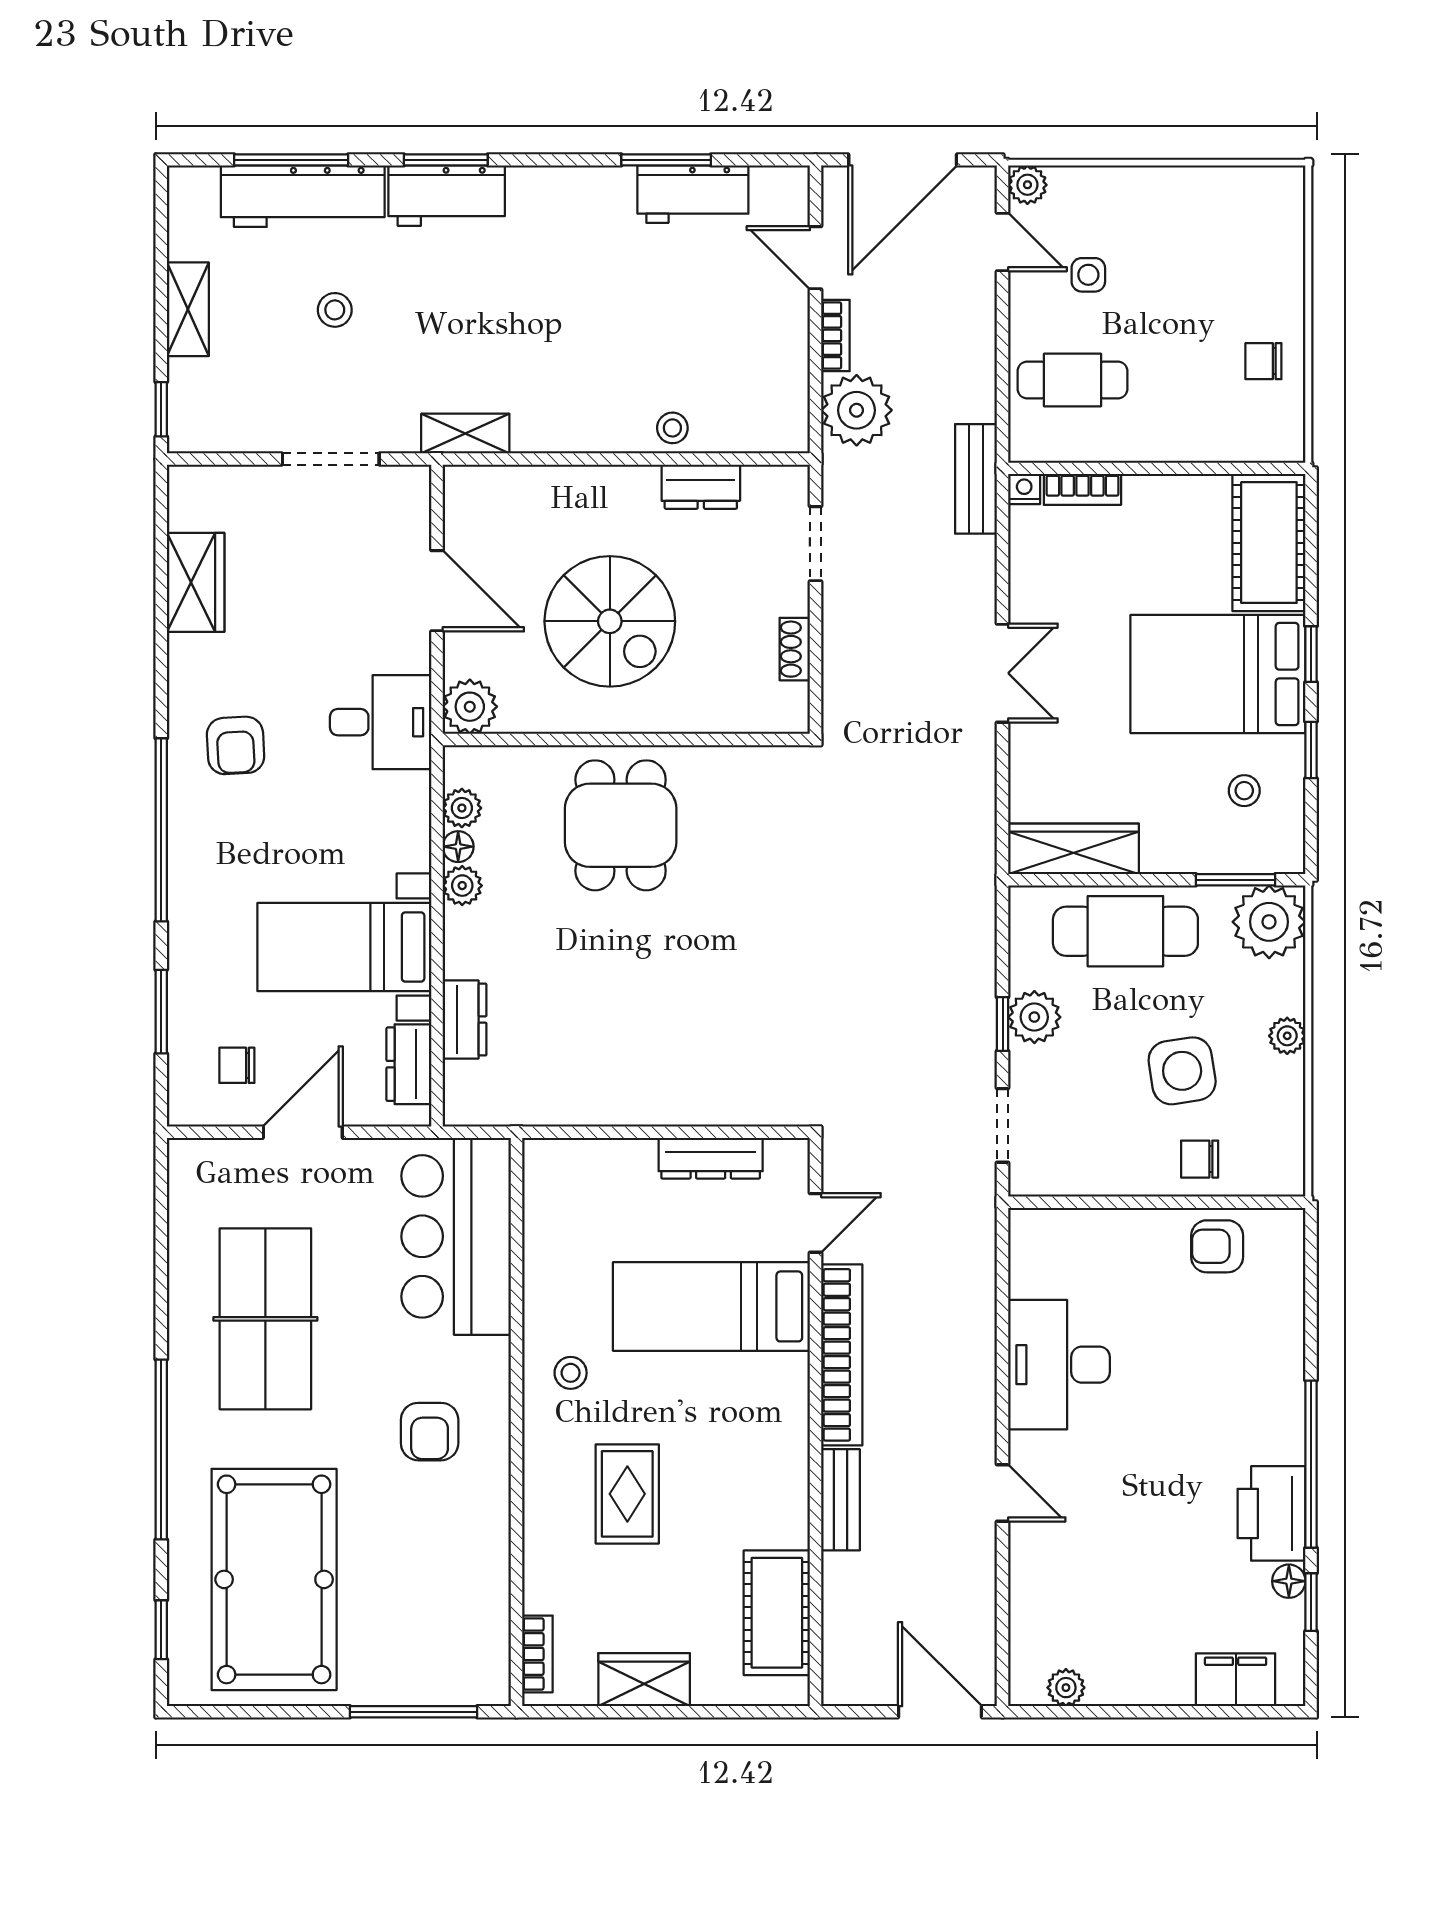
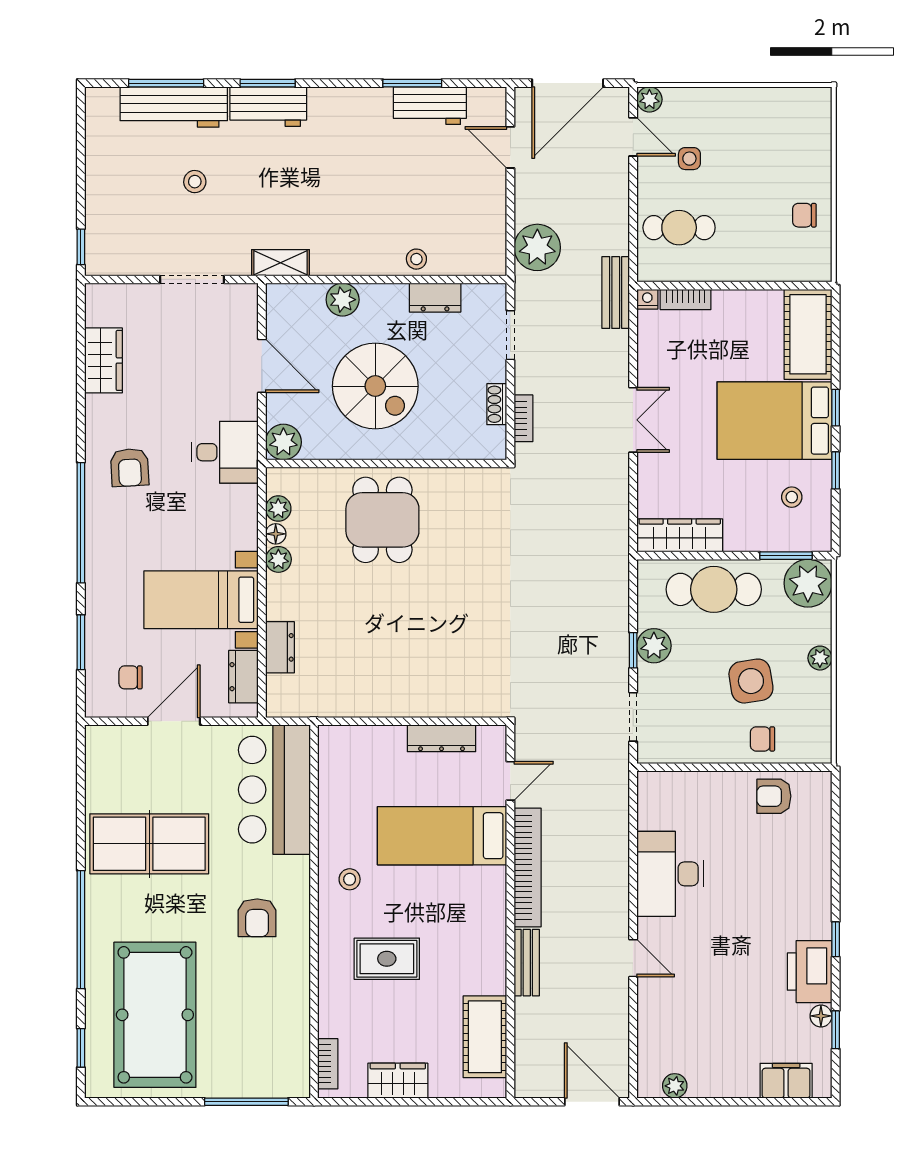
shelving: (188, 309) -> (98, 181), removed
bookcase: (835, 335) -> (523, 418), moved
plant: (560, 490) -> (343, 300), added
table tennis table: (265, 1319) -> (149, 844), turned 90
window: (1311, 1464) -> (836, 939), width x0.32
rug: (627, 1494) -> (387, 959), turned 90

